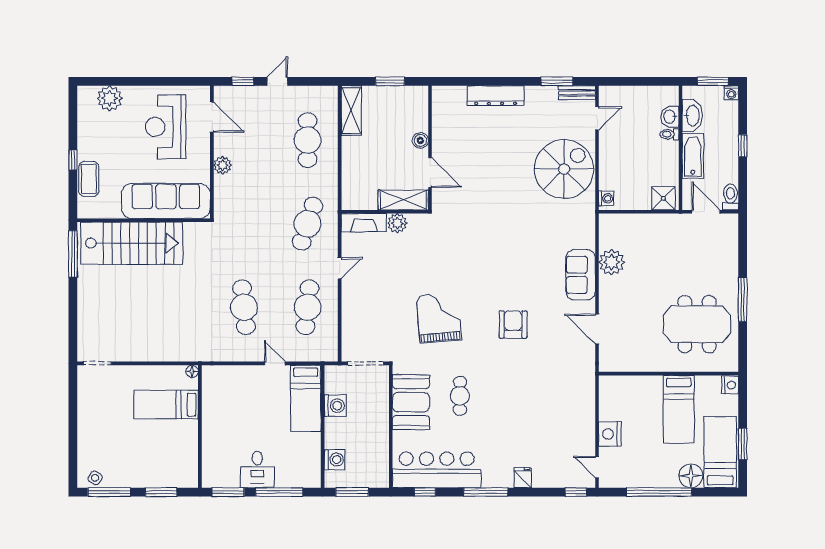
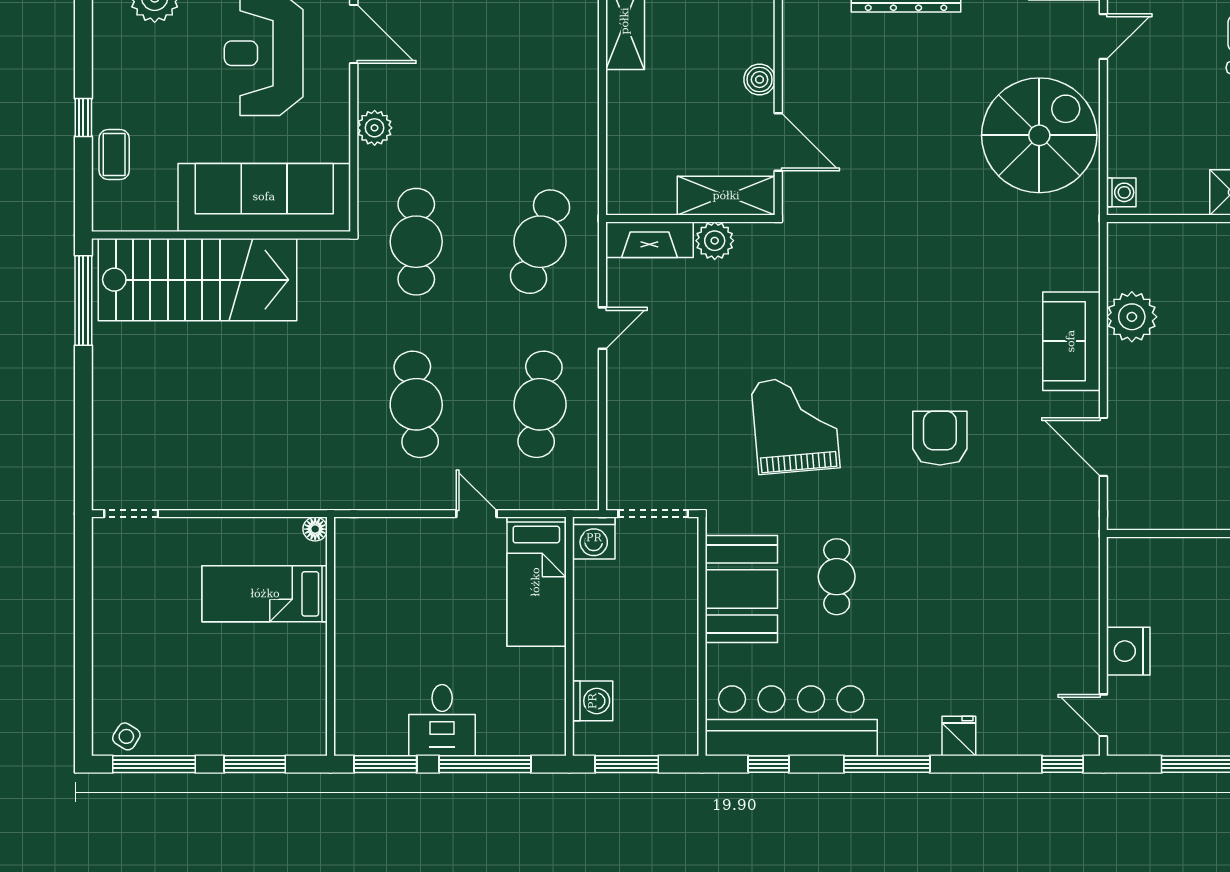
cafe table: (308, 140) -> (416, 242), moved
coffee table: (89, 179) -> (114, 155), width x0.73, depth x0.77
washing machine: (335, 406) -> (594, 538), moved, turned 90

